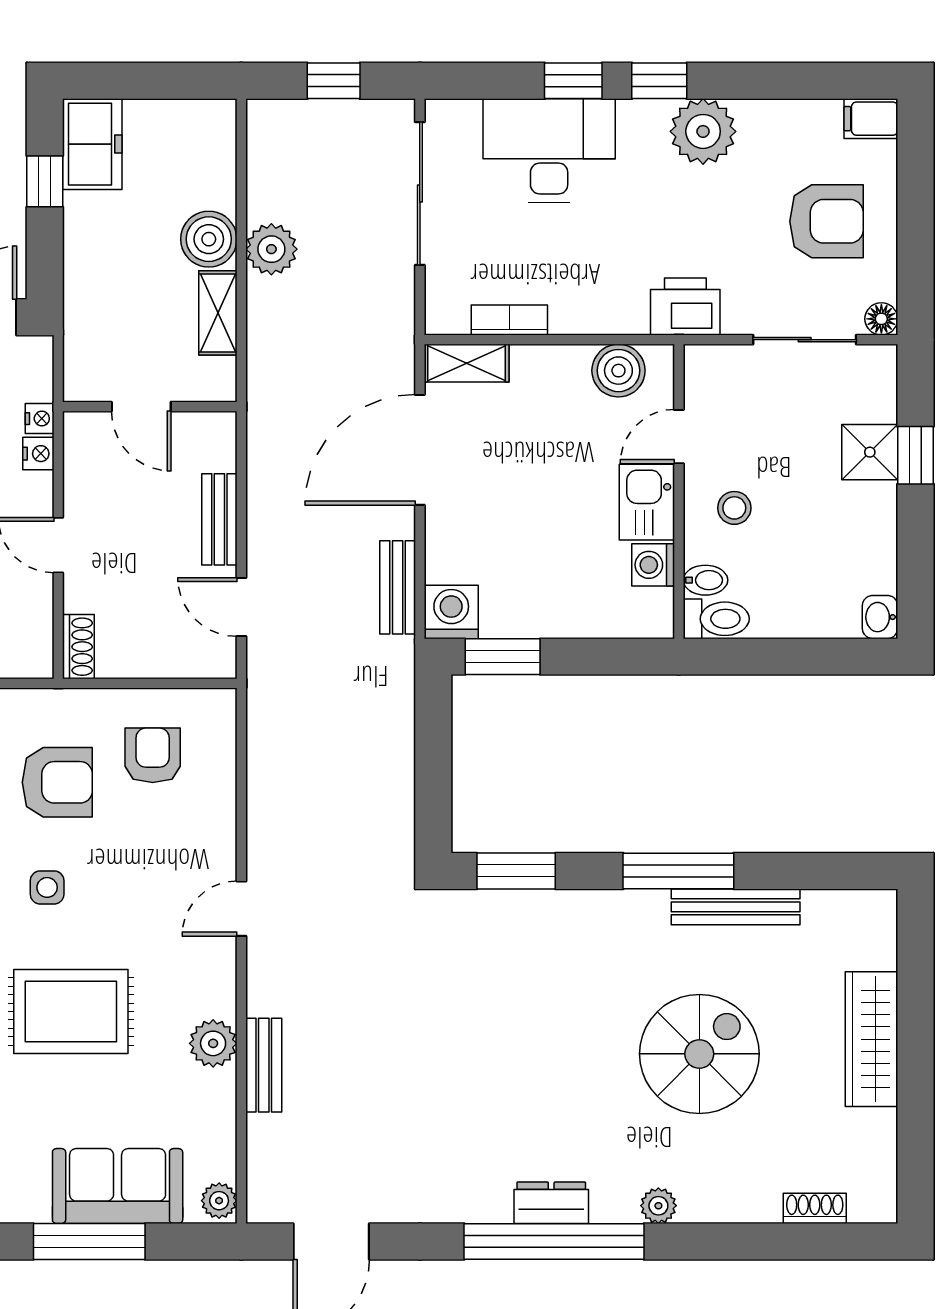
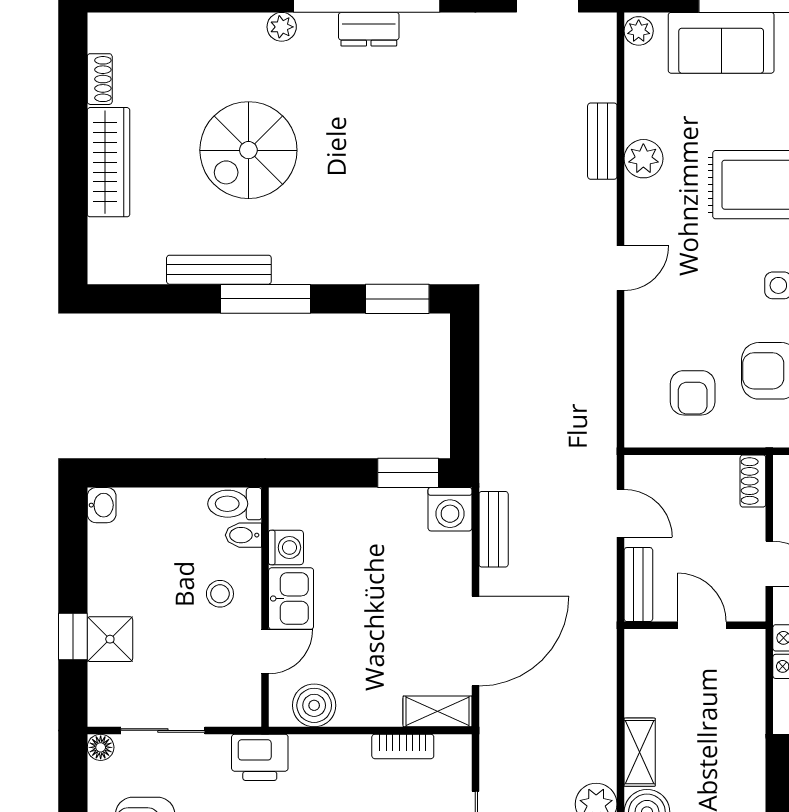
door: (141, 407) -> (702, 625), moved
wall: (150, 407) -> (695, 625), moved
shoe rack: (815, 1208) -> (100, 79), moved, turned -90

